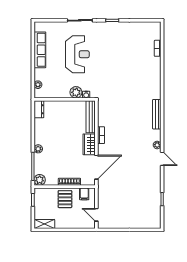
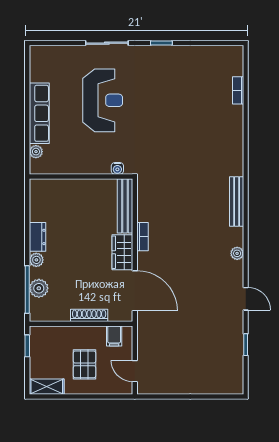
row of seats: (40, 50) -> (39, 113), moved
plant: (76, 92) -> (100, 165), removed
dresser: (39, 109) -> (38, 237), moved
door: (162, 159) -> (246, 299), moved
door: (96, 167) -> (135, 291), hinge flipped
plant: (40, 180) -> (39, 288), moved
pallet: (65, 199) -> (84, 364), moved

